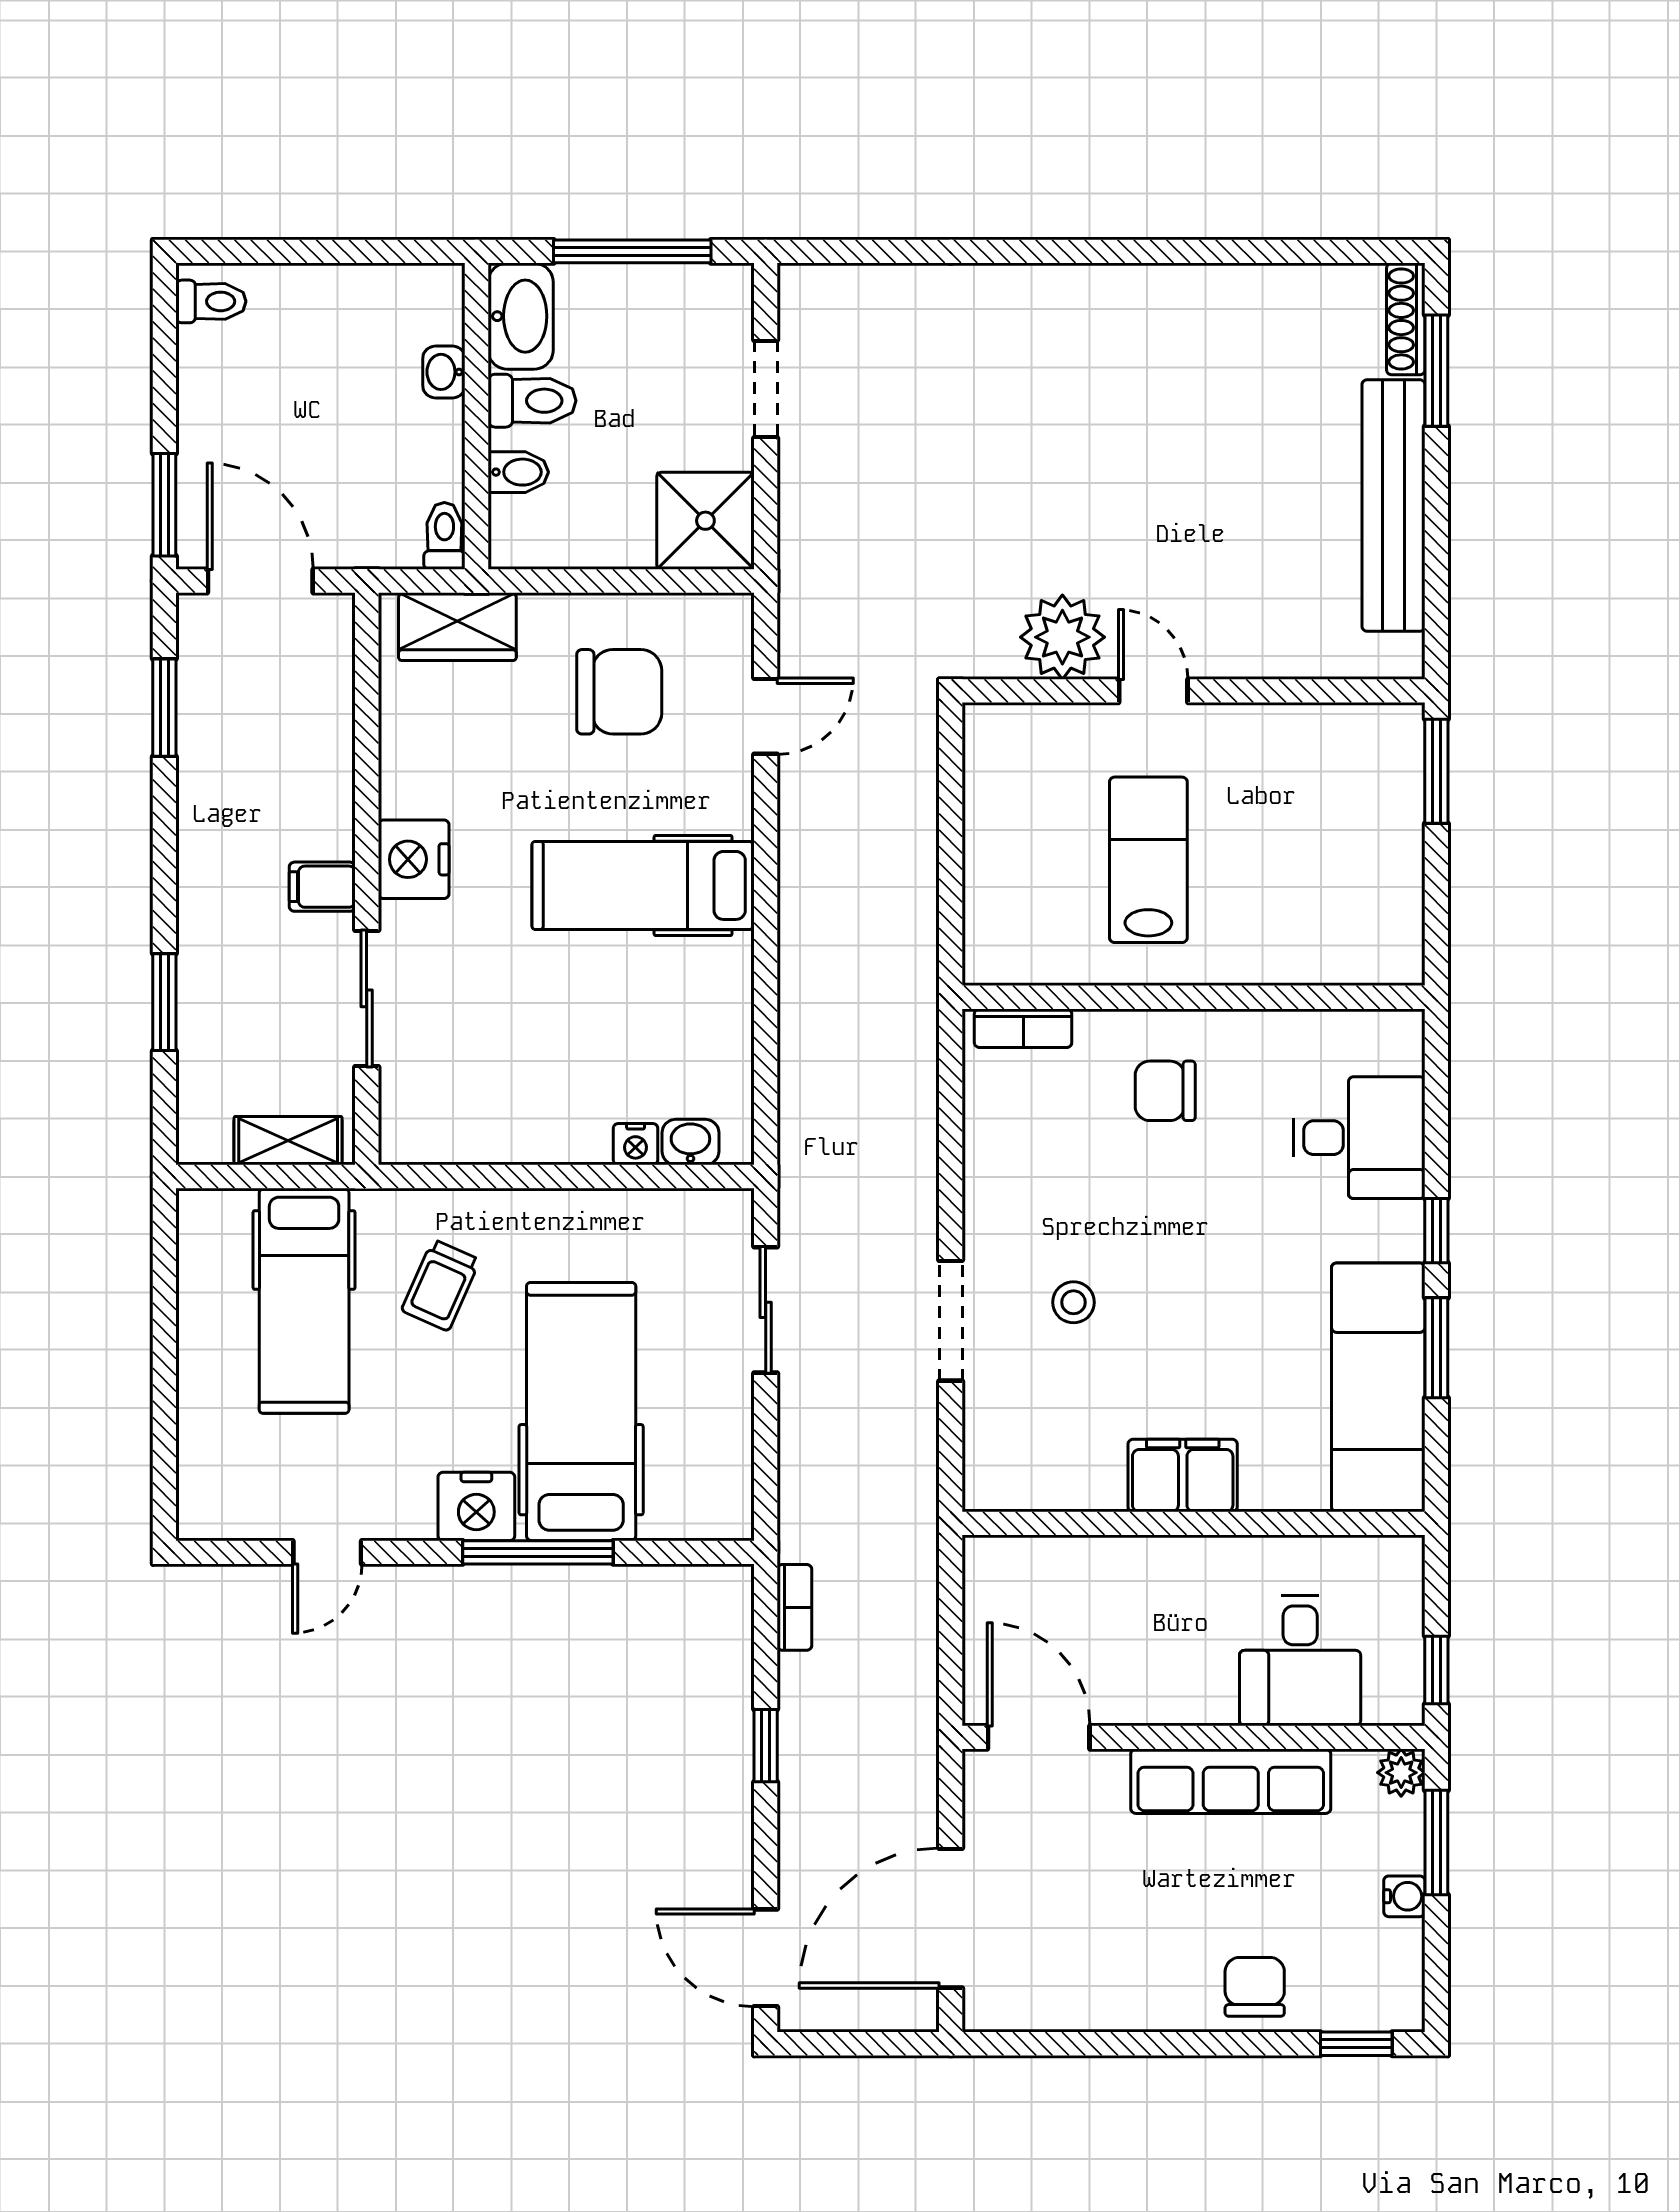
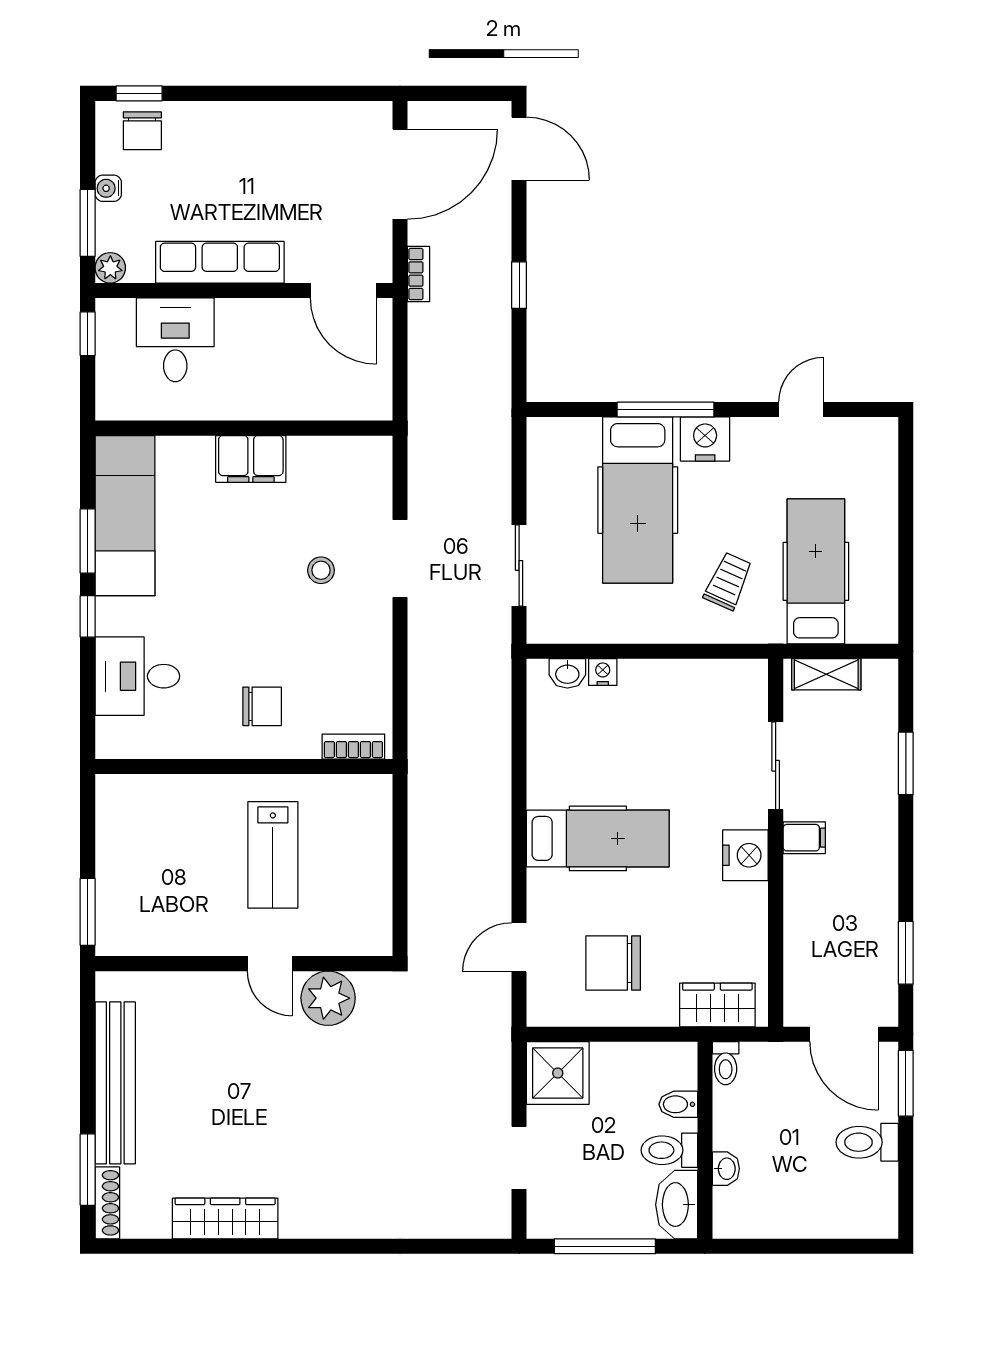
wardrobe: (1223, 295) -> (225, 1218), added
toilet: (211, 301) -> (867, 1142), moved, width x1.37, depth x1.39
bookcase: (794, 1607) -> (419, 274), moved, turned 180
chair: (1255, 1987) -> (142, 131), moved

